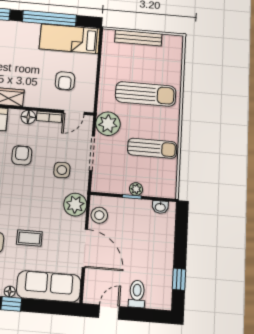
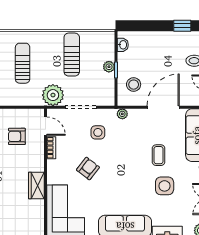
armchair: (65, 81) -> (17, 136), turned 180
sun lounger: (146, 94) -> (23, 63), width x0.73, depth x0.75
floor lamp: (28, 117) -> (53, 166), removed
armchair: (22, 155) -> (88, 169), turned 128
plant: (75, 205) -> (122, 114), width x0.53, depth x0.53
stool: (99, 215) -> (134, 85), moved

